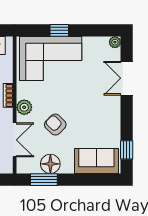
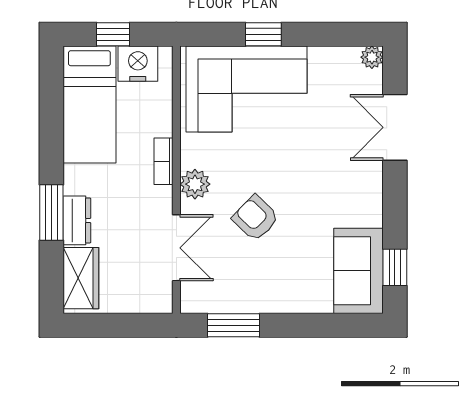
sofa: (96, 161) -> (359, 271), moved, turned -90
floor lamp: (50, 164) -> (246, 295), removed

